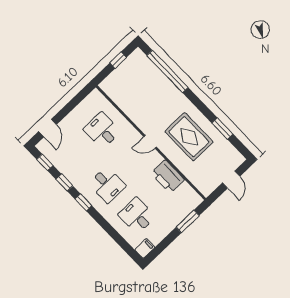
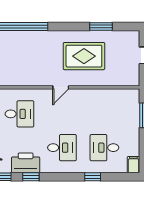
desk: (102, 130) -> (19, 114), turned 180
printer: (168, 177) -> (26, 163), moved, turned 180
window: (83, 202) -> (93, 177), moved

